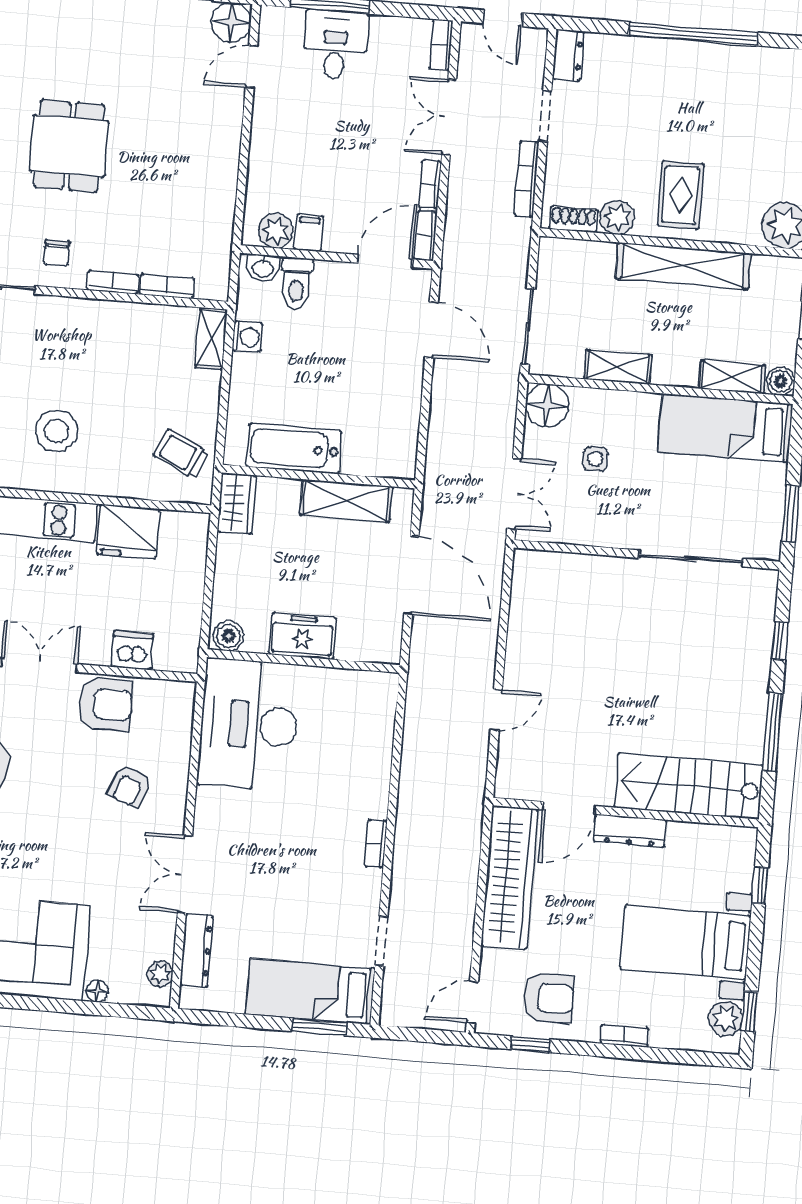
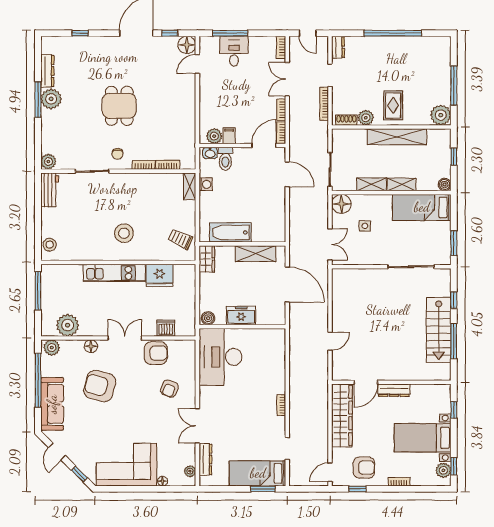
shelving: (732, 377) -> (402, 184), moved
stairs: (689, 786) -> (439, 330), moved, turned -90

